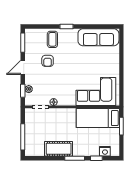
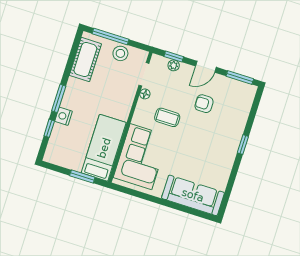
sofa: (98, 37) -> (193, 195), moved, turned 90
coffee table: (52, 39) -> (167, 117), moved
door: (23, 67) -> (206, 67), swing flipped
stool: (32, 127) -> (120, 53), added
cot: (59, 149) -> (85, 60), moved
nightstand: (105, 151) -> (63, 116), moved

